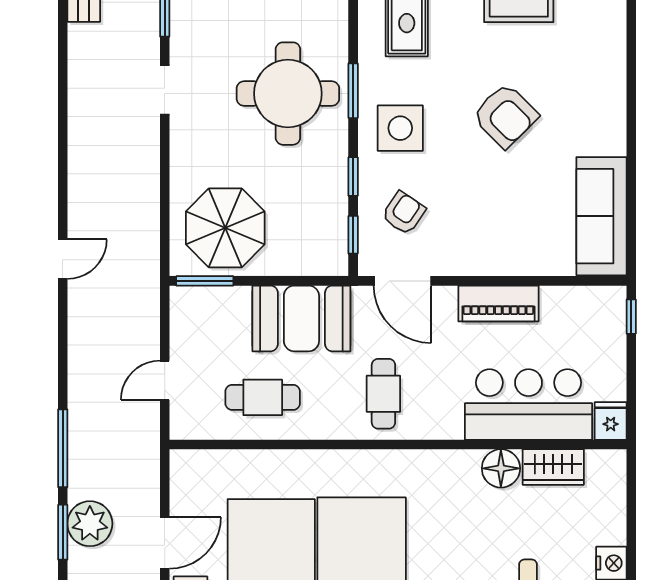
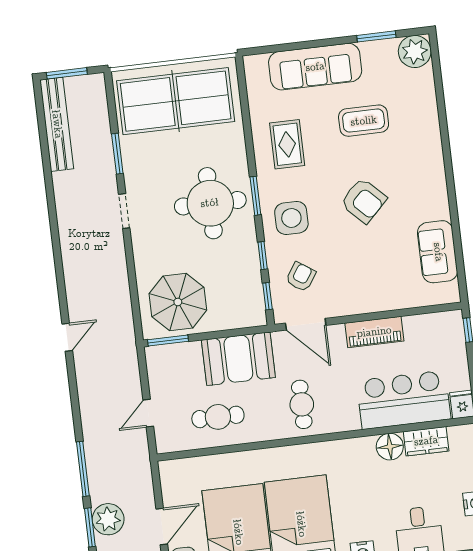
sofa: (601, 216) -> (438, 252), width x0.73

